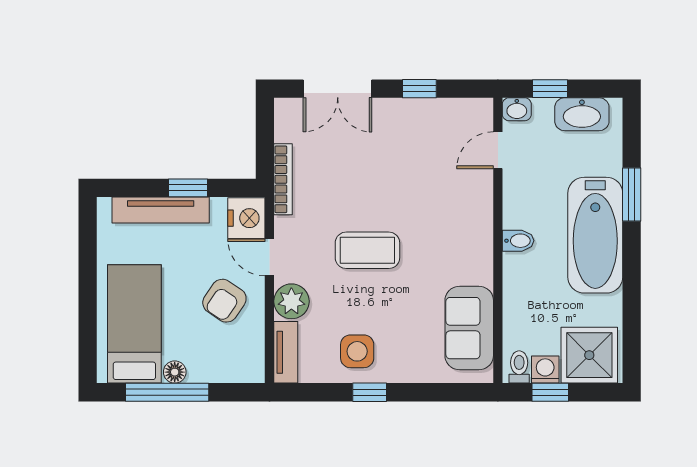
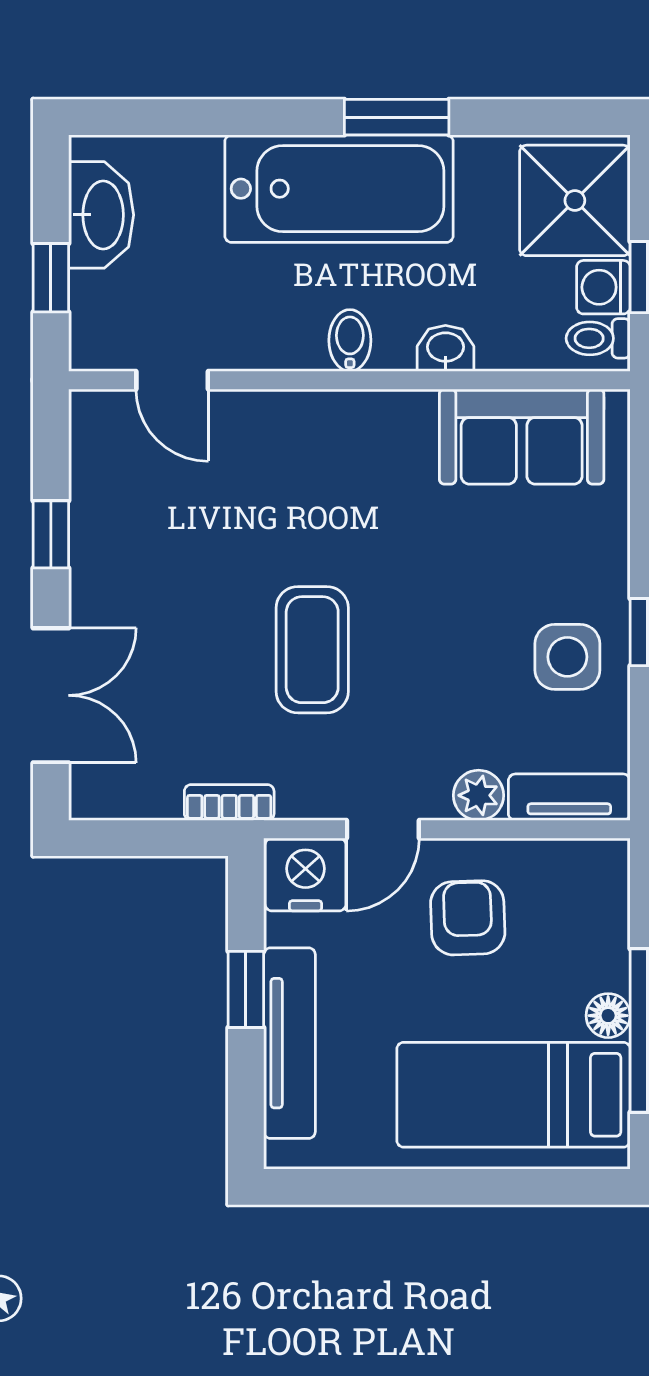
washbasin: (517, 109) -> (445, 348), moved, turned -90
bookcase: (283, 179) -> (229, 803), width x0.64
window: (632, 195) -> (397, 117), moved
coffee table: (367, 250) -> (312, 650), moved
armchair: (224, 301) -> (468, 918), turned -126
plant: (291, 301) -> (479, 795), width x0.73, depth x0.73

